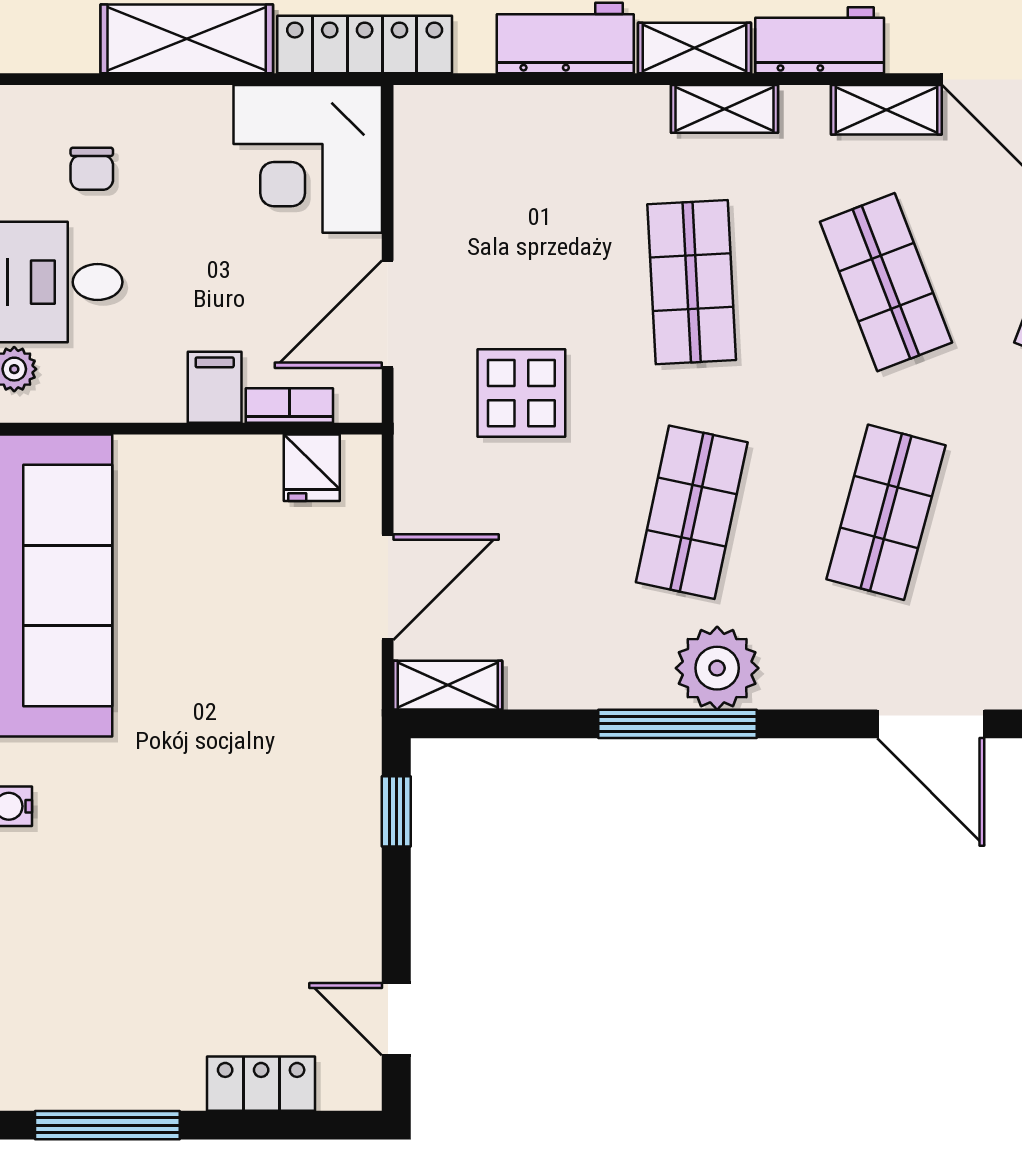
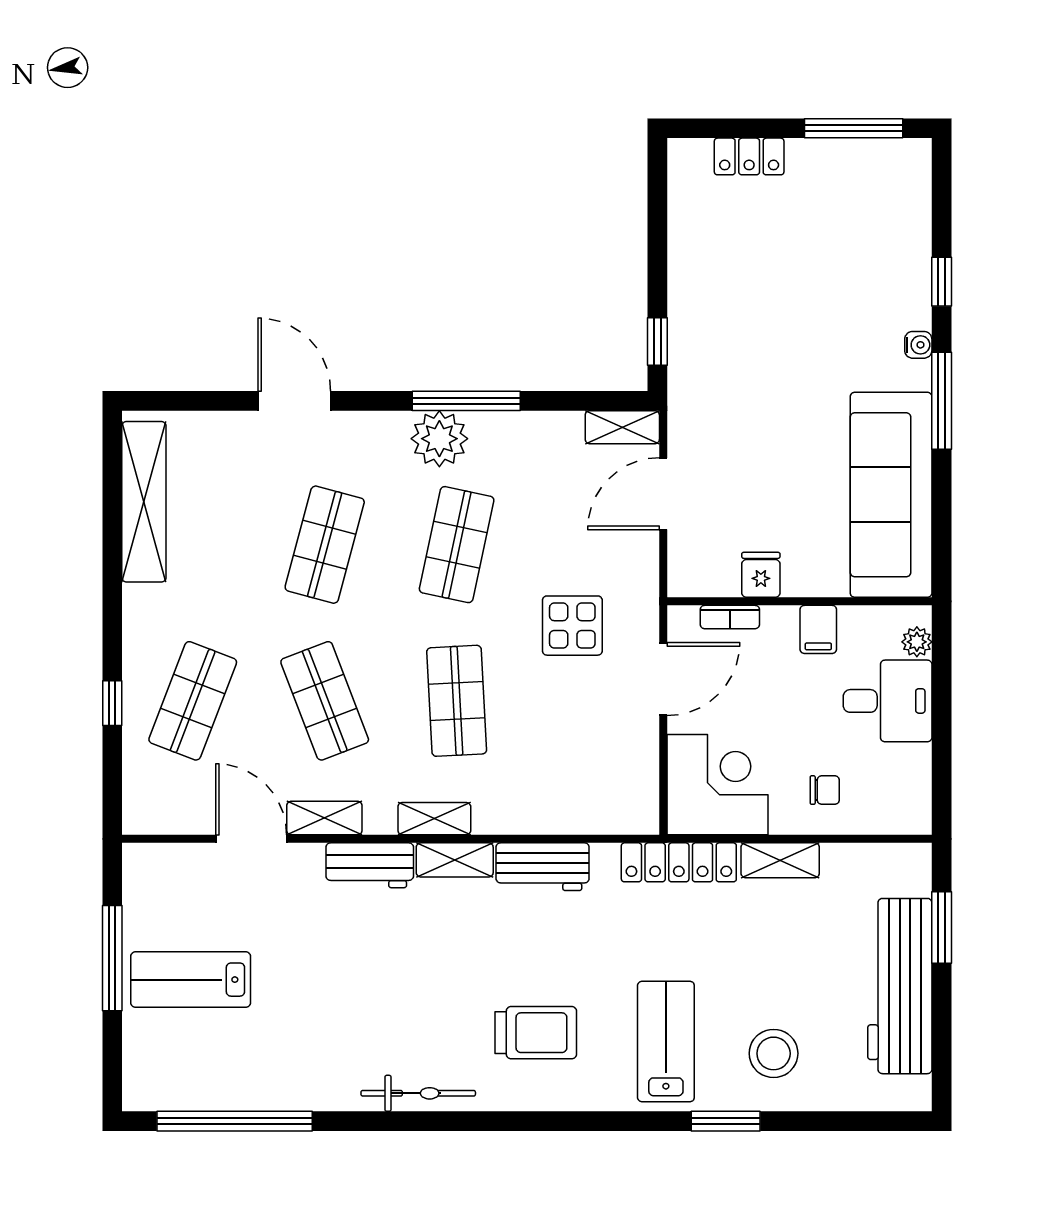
shelving: (187, 39) -> (780, 860), width x0.67, depth x0.75
chair: (92, 169) -> (825, 790), moved, turned 90
filing cabinet: (215, 387) -> (818, 629), moved
fridge: (312, 468) -> (761, 575), moved
door: (396, 1019) -> (657, 200), removed

